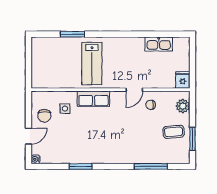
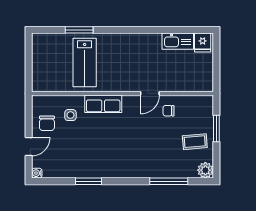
lab bench: (92, 64) -> (85, 63), moved
fridge: (183, 80) -> (203, 42), moved, turned 180
plant: (183, 106) -> (205, 170), moved
window: (192, 139) -> (216, 129), moved

